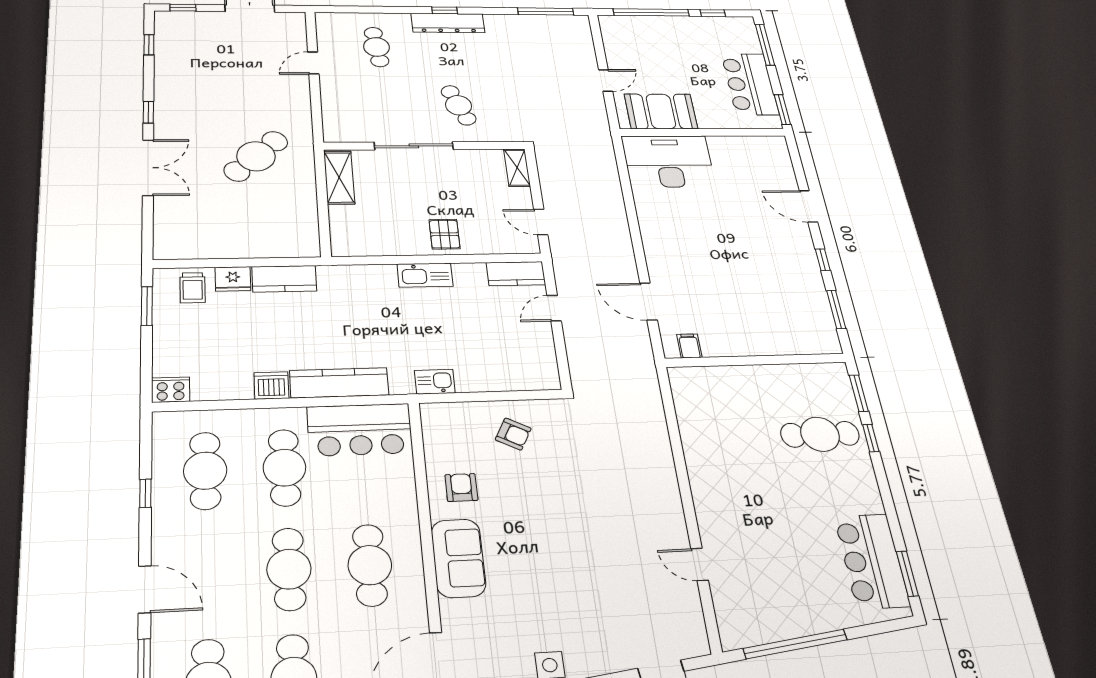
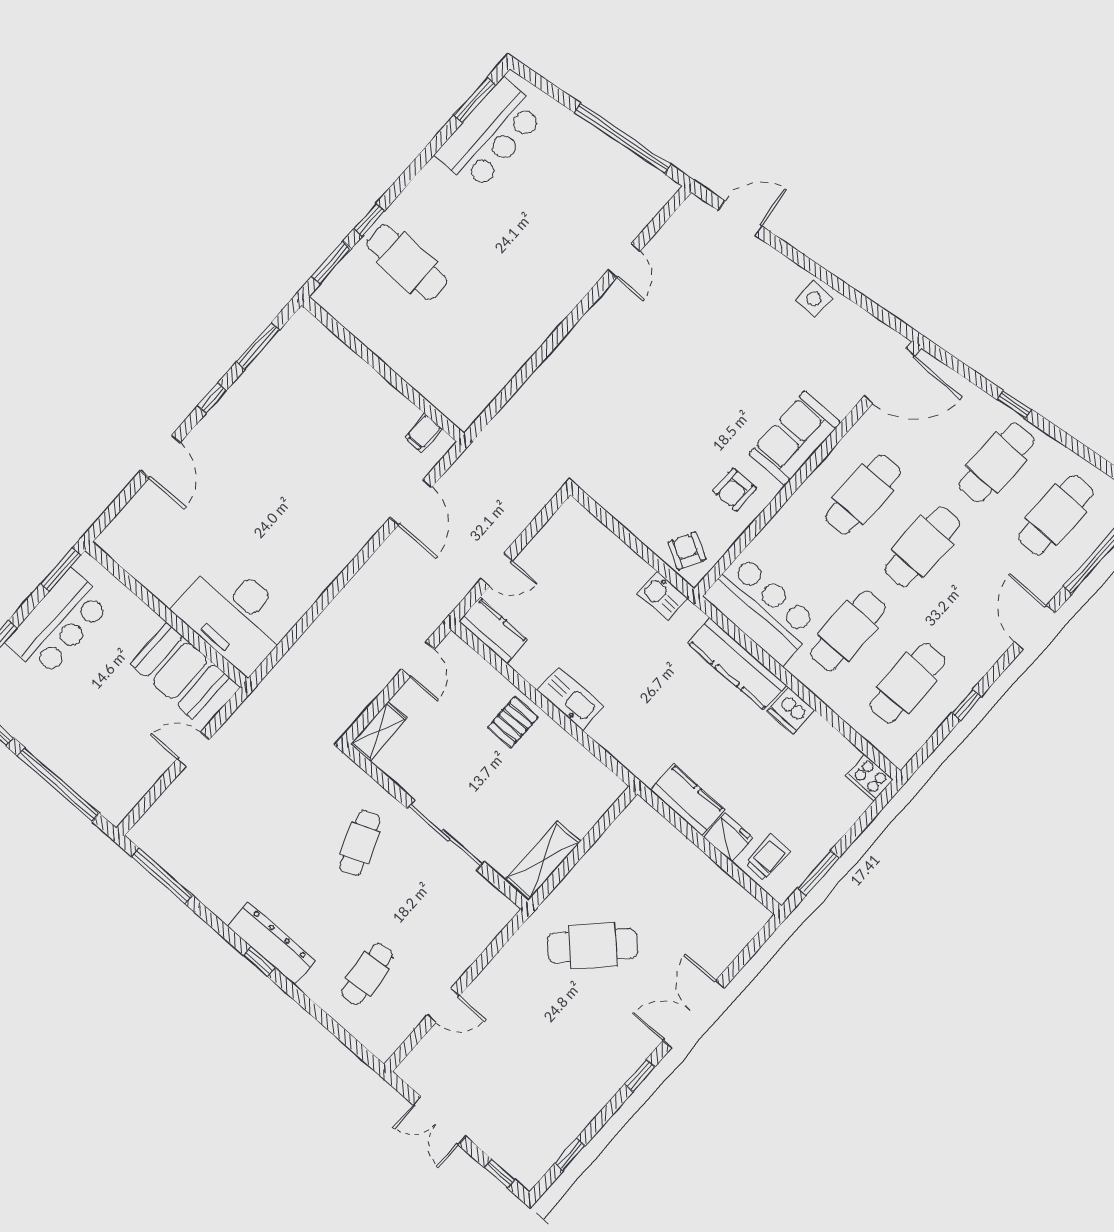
armchair: (513, 434) -> (687, 551), moved

